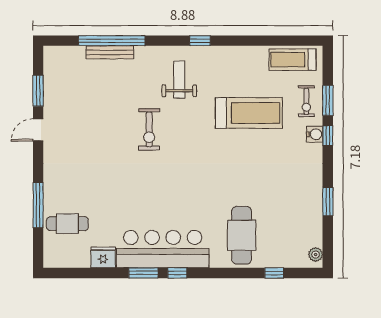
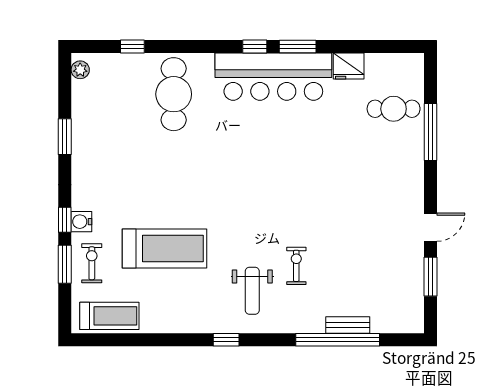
bench: (110, 52) -> (348, 325), width x0.73
treadmill: (249, 113) -> (164, 248), turned 180
exercise bike: (149, 129) -> (296, 266), moved, width x0.73, depth x0.72

